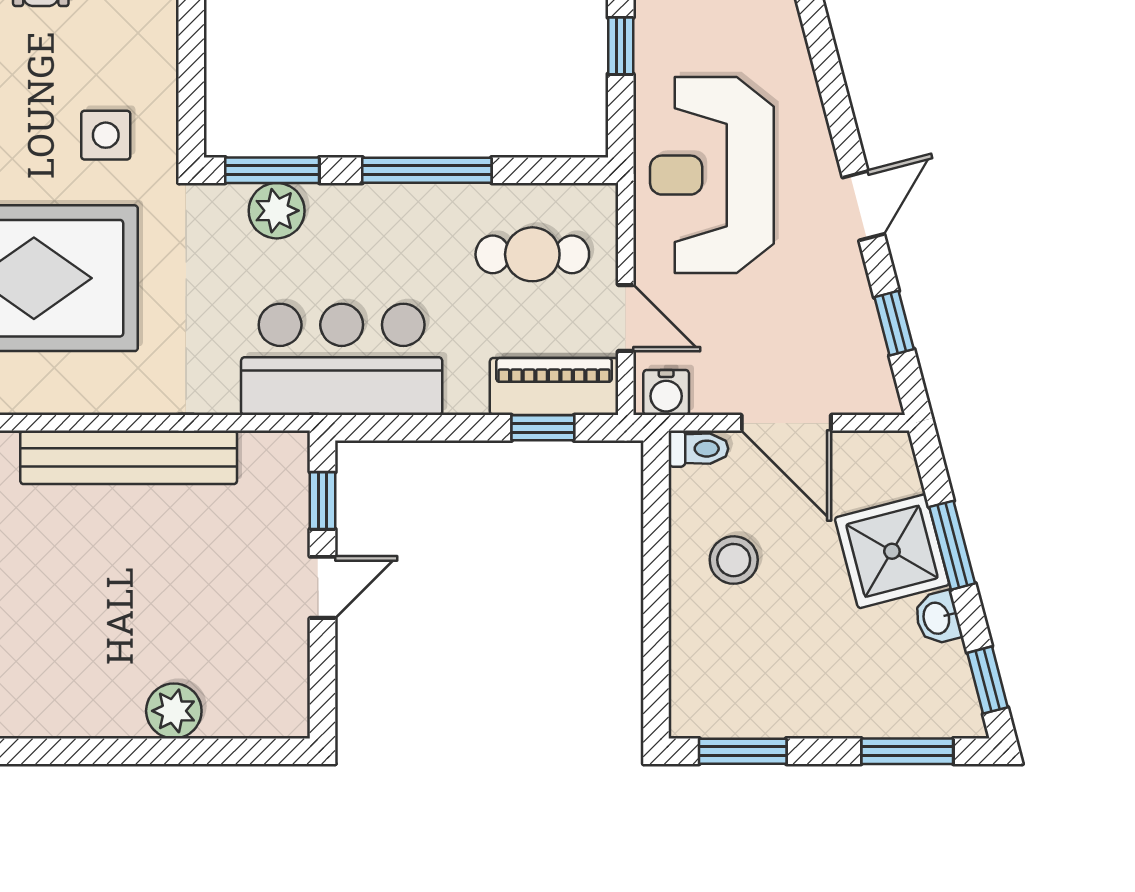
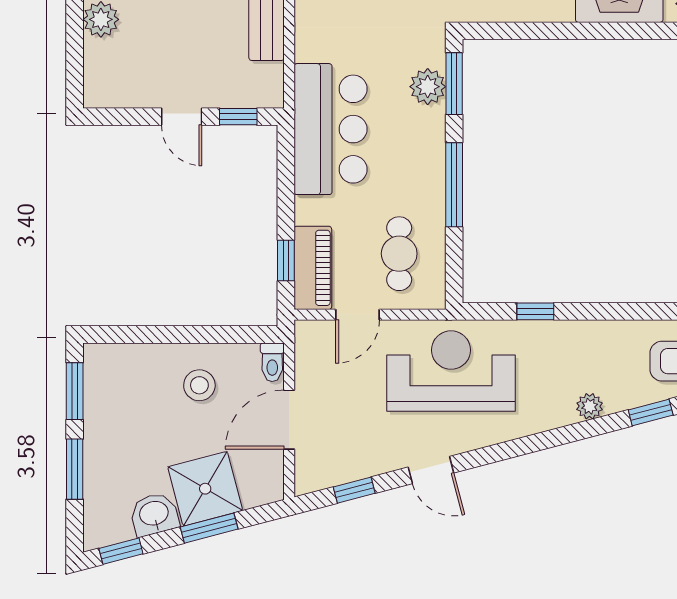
water cooler: (666, 393) -> (309, 341), removed
washbasin: (937, 618) -> (154, 514), width x1.38, depth x1.45
window: (907, 751) -> (75, 469), moved

